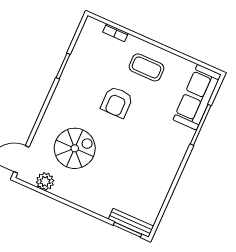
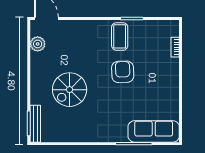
coffee table: (147, 67) -> (120, 36), moved
armchair: (117, 102) -> (123, 72), turned 88
spiral stairs: (75, 148) -> (70, 90), moved, turned 90

